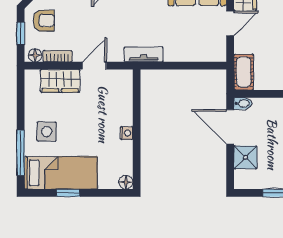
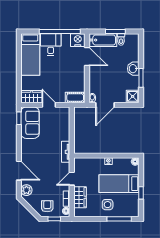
door: (94, 66) -> (72, 179), hinge flipped
shower: (245, 157) -> (133, 96), moved
bed: (61, 173) -> (119, 184), moved, turned -90

